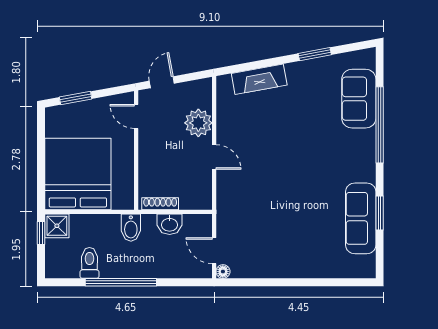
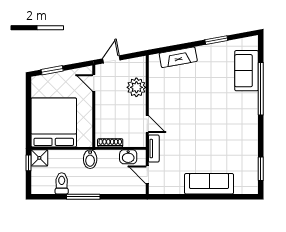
door: (214, 157) -> (147, 124), moved
tv unit: (224, 212) -> (154, 149), added
window: (380, 213) -> (261, 169), moved
sofa: (361, 218) -> (209, 184), moved, turned 90
washbasin: (170, 224) -> (128, 157), moved
floor lamp: (223, 272) -> (153, 189), removed
window: (121, 282) -> (83, 197), width x0.68

